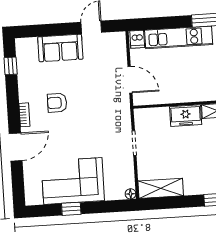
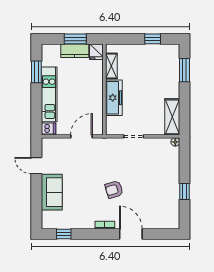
armchair: (57, 103) -> (114, 190), moved, turned 74
freezer: (186, 116) -> (114, 98), width x1.40
corner sofa: (73, 181) -> (162, 189), removed

